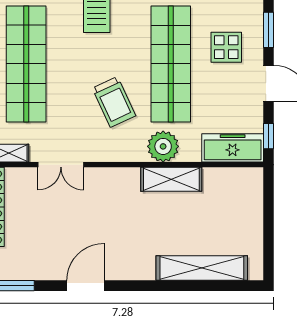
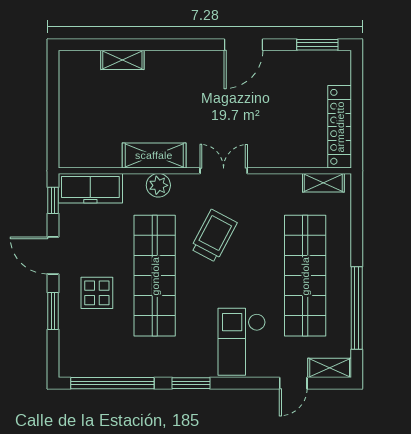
trolley: (114, 102) -> (214, 236), turned 53
plant: (163, 146) -> (158, 185), width x0.73, depth x0.73
double door: (61, 165) -> (224, 171), moved
shelving: (202, 268) -> (122, 60), width x0.45, depth x0.75

